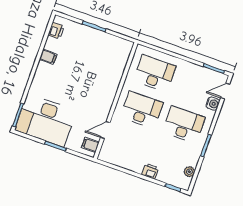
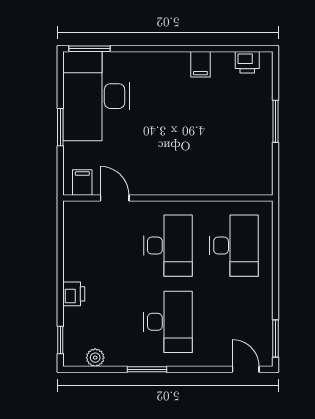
water cooler: (213, 104) -> (218, 357), removed

